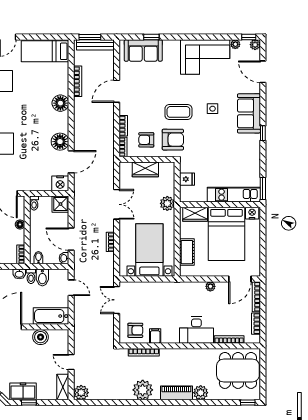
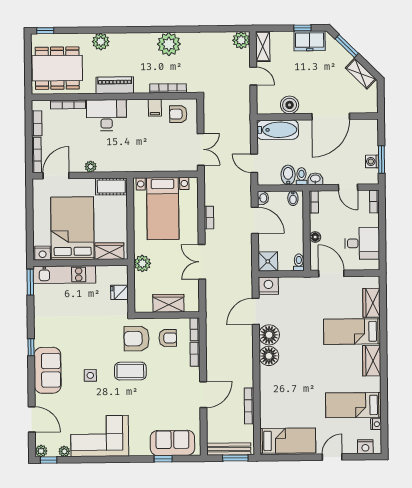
floor lamp: (60, 103) -> (269, 356), moved
cot: (187, 252) -> (111, 187), moved, turned 90
piano: (176, 393) -> (115, 85), moved, turned 180

